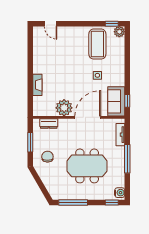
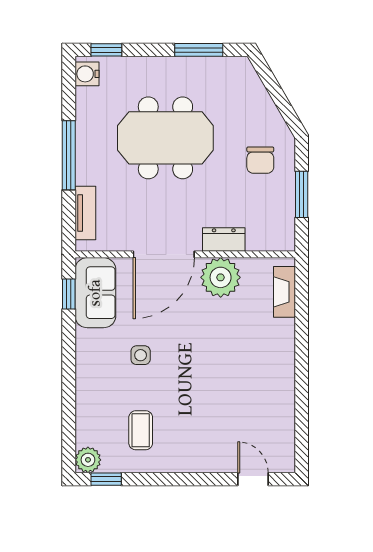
coffee table: (97, 44) -> (141, 430), width x0.54, depth x0.58
fireplace: (37, 85) -> (284, 292), moved
dresser: (49, 124) -> (224, 240), moved
window: (73, 203) -> (199, 50), width x0.69

